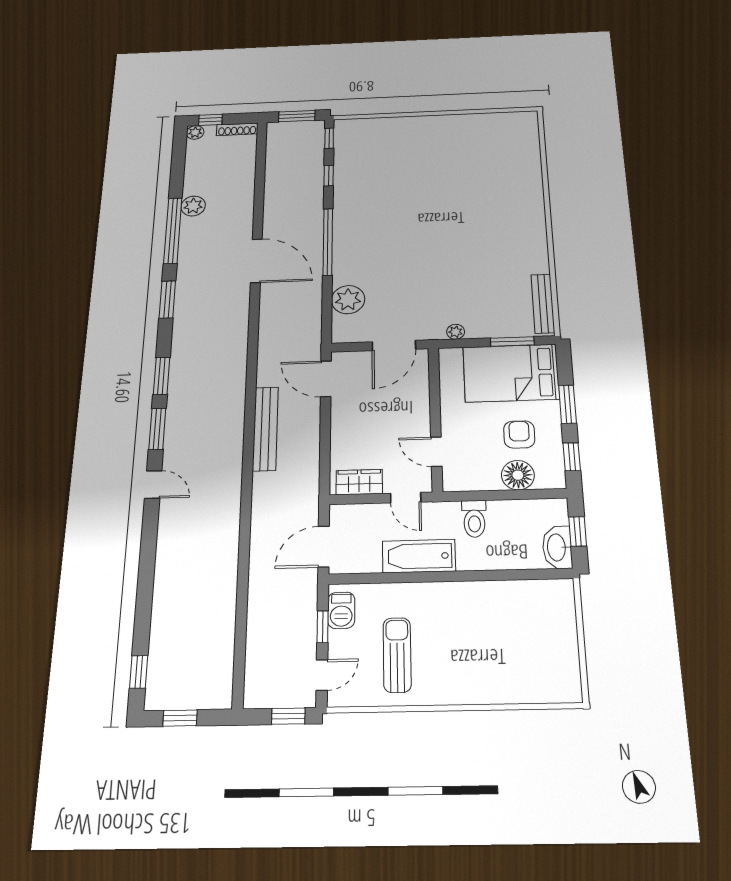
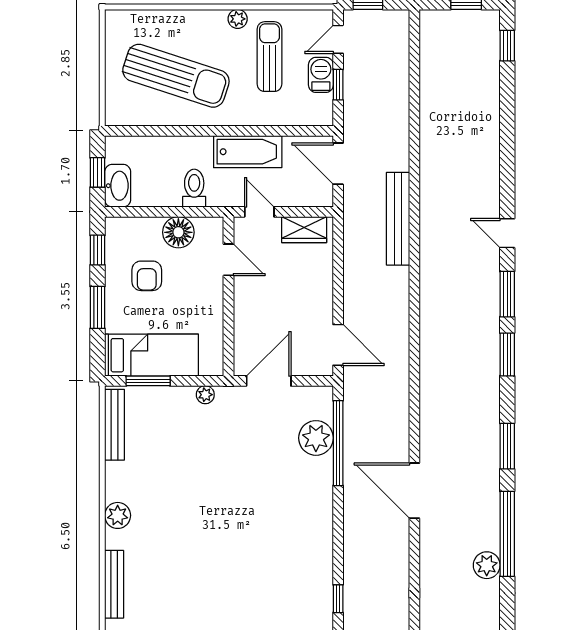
bench: (534, 178) -> (114, 584), added
plant: (535, 231) -> (118, 515), added
window: (328, 242) -> (338, 443), moved
bed: (511, 373) -> (151, 355), width x0.67
bench: (265, 429) -> (398, 219), moved
floor lamp: (518, 475) -> (178, 232), moved
door: (324, 547) -> (338, 164), swing flipped
washbasin: (557, 547) -> (118, 186), moved
barbecue: (341, 610) -> (321, 75), moved
sun lounger: (499, 632) -> (176, 76), added
sun lounger: (397, 655) -> (269, 57), turned 180
plant: (433, 695) -> (238, 19), added

